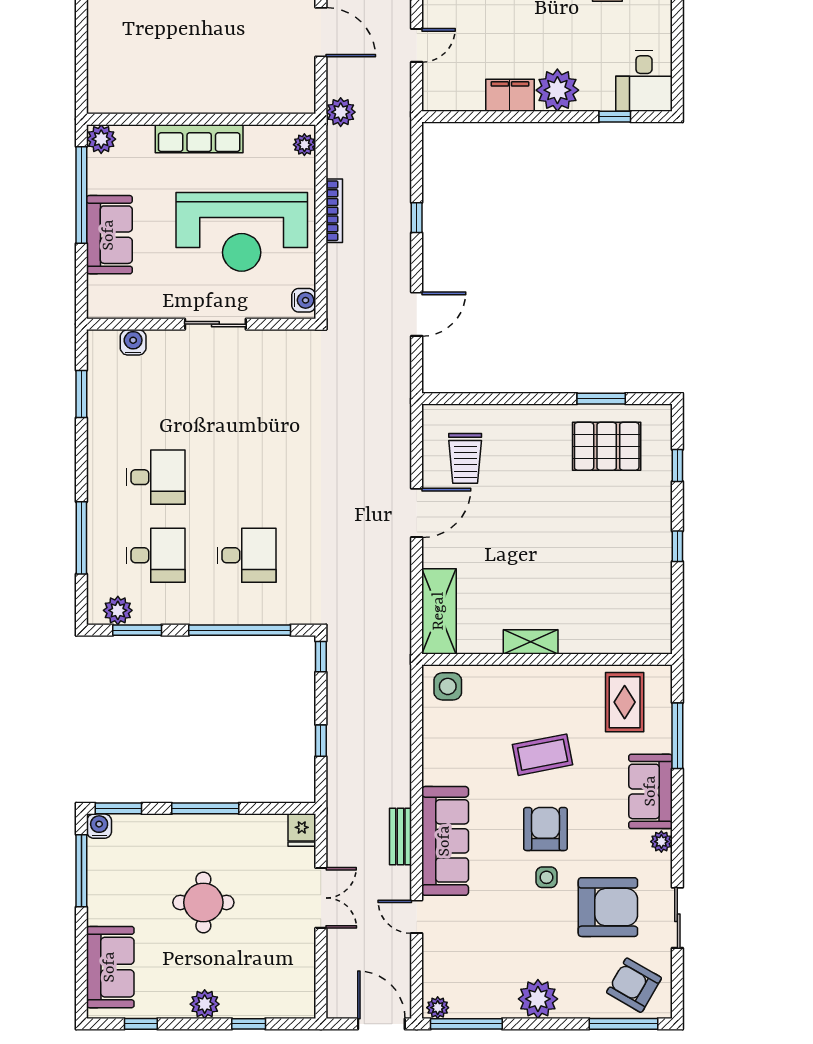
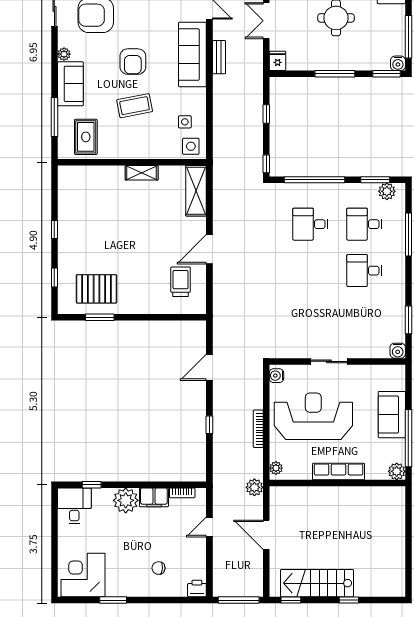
bookcase: (462, 103) -> (182, 493), added
water cooler: (133, 342) -> (398, 351), moved
side table: (547, 877) -> (185, 122), moved

